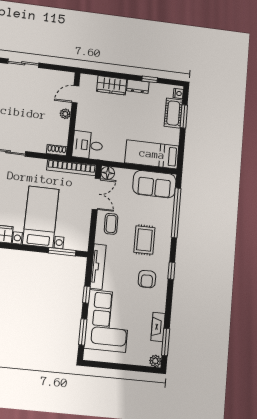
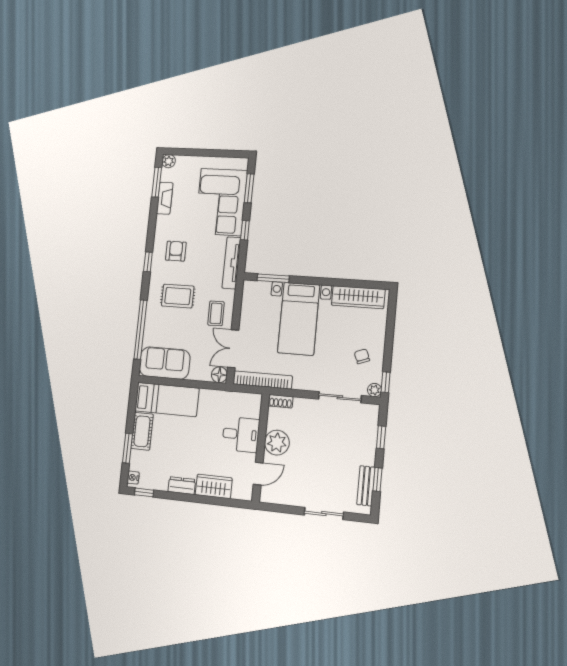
window: (150, 79) -> (144, 492), moved
cot: (173, 113) -> (142, 431), moved
plant: (65, 114) -> (277, 443), width x1.88, depth x1.88
desk: (88, 145) -> (241, 434), moved
rug: (144, 240) -> (178, 296), turned 90

